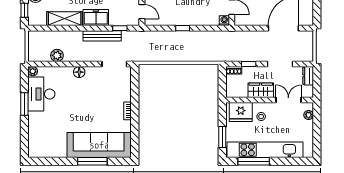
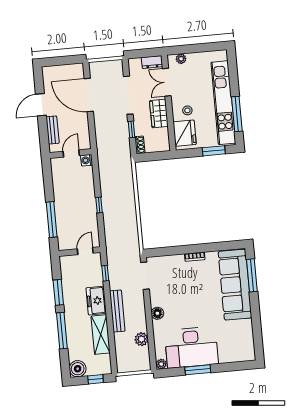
bench: (102, 36) -> (117, 311), moved
doorway: (280, 64) -> (128, 95), width x1.36
dresser: (308, 76) -> (152, 62), moved
desk: (41, 94) -> (191, 347), width x1.36, depth x1.30
window: (92, 161) -> (252, 275), moved

